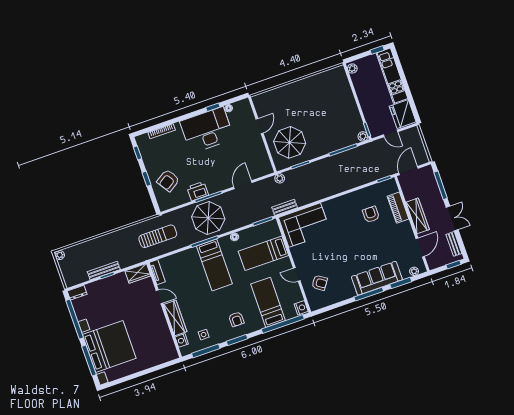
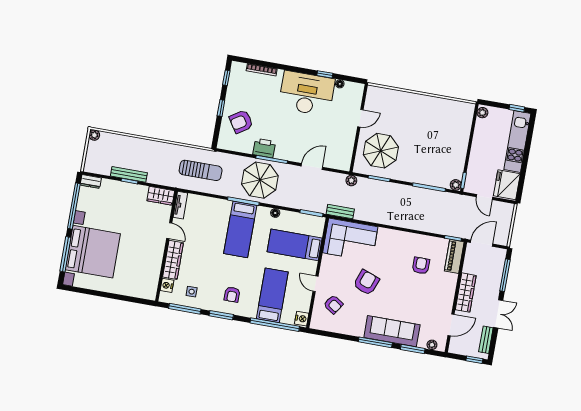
piano: (398, 208) -> (454, 256), moved
armchair: (336, 251) -> (366, 282), added

